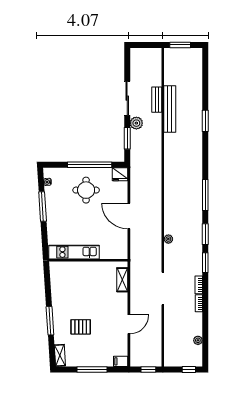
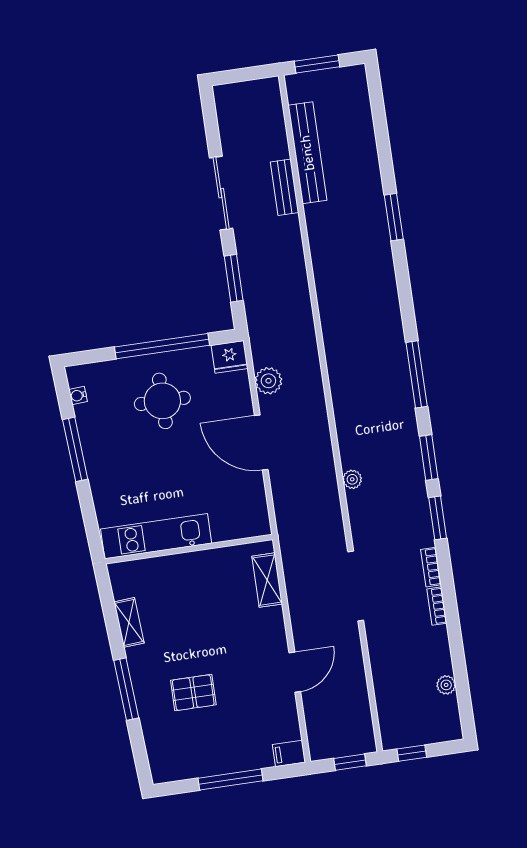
bench: (170, 109) -> (307, 153), moved
plant: (136, 123) -> (268, 381), moved
shelving: (60, 355) -> (129, 622), moved
window: (189, 369) -> (412, 753), moved

